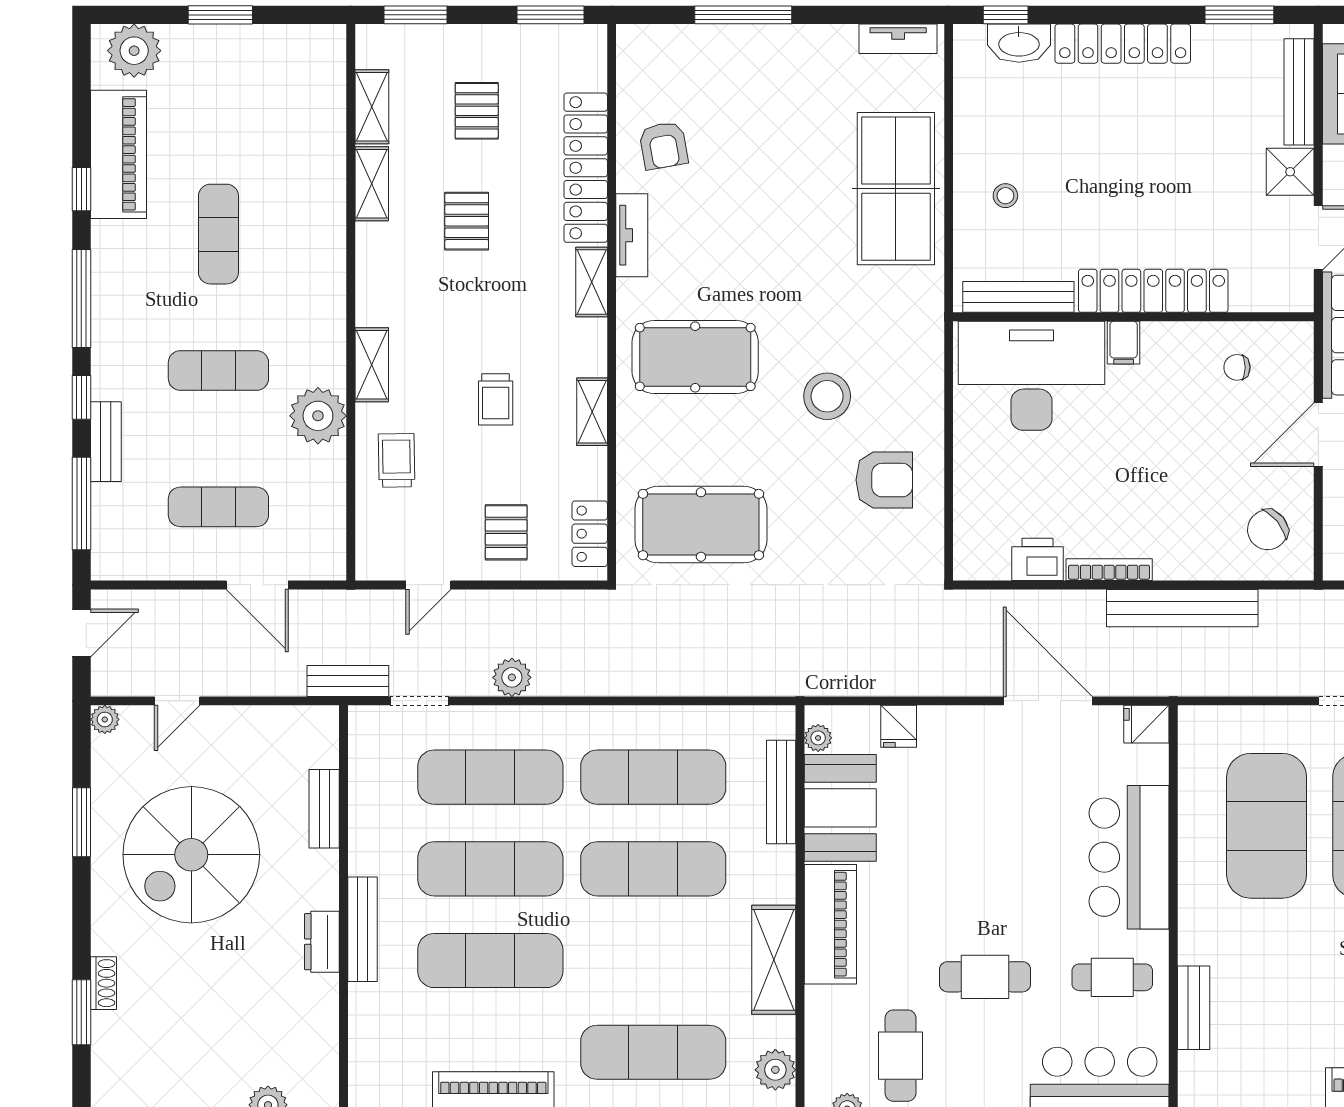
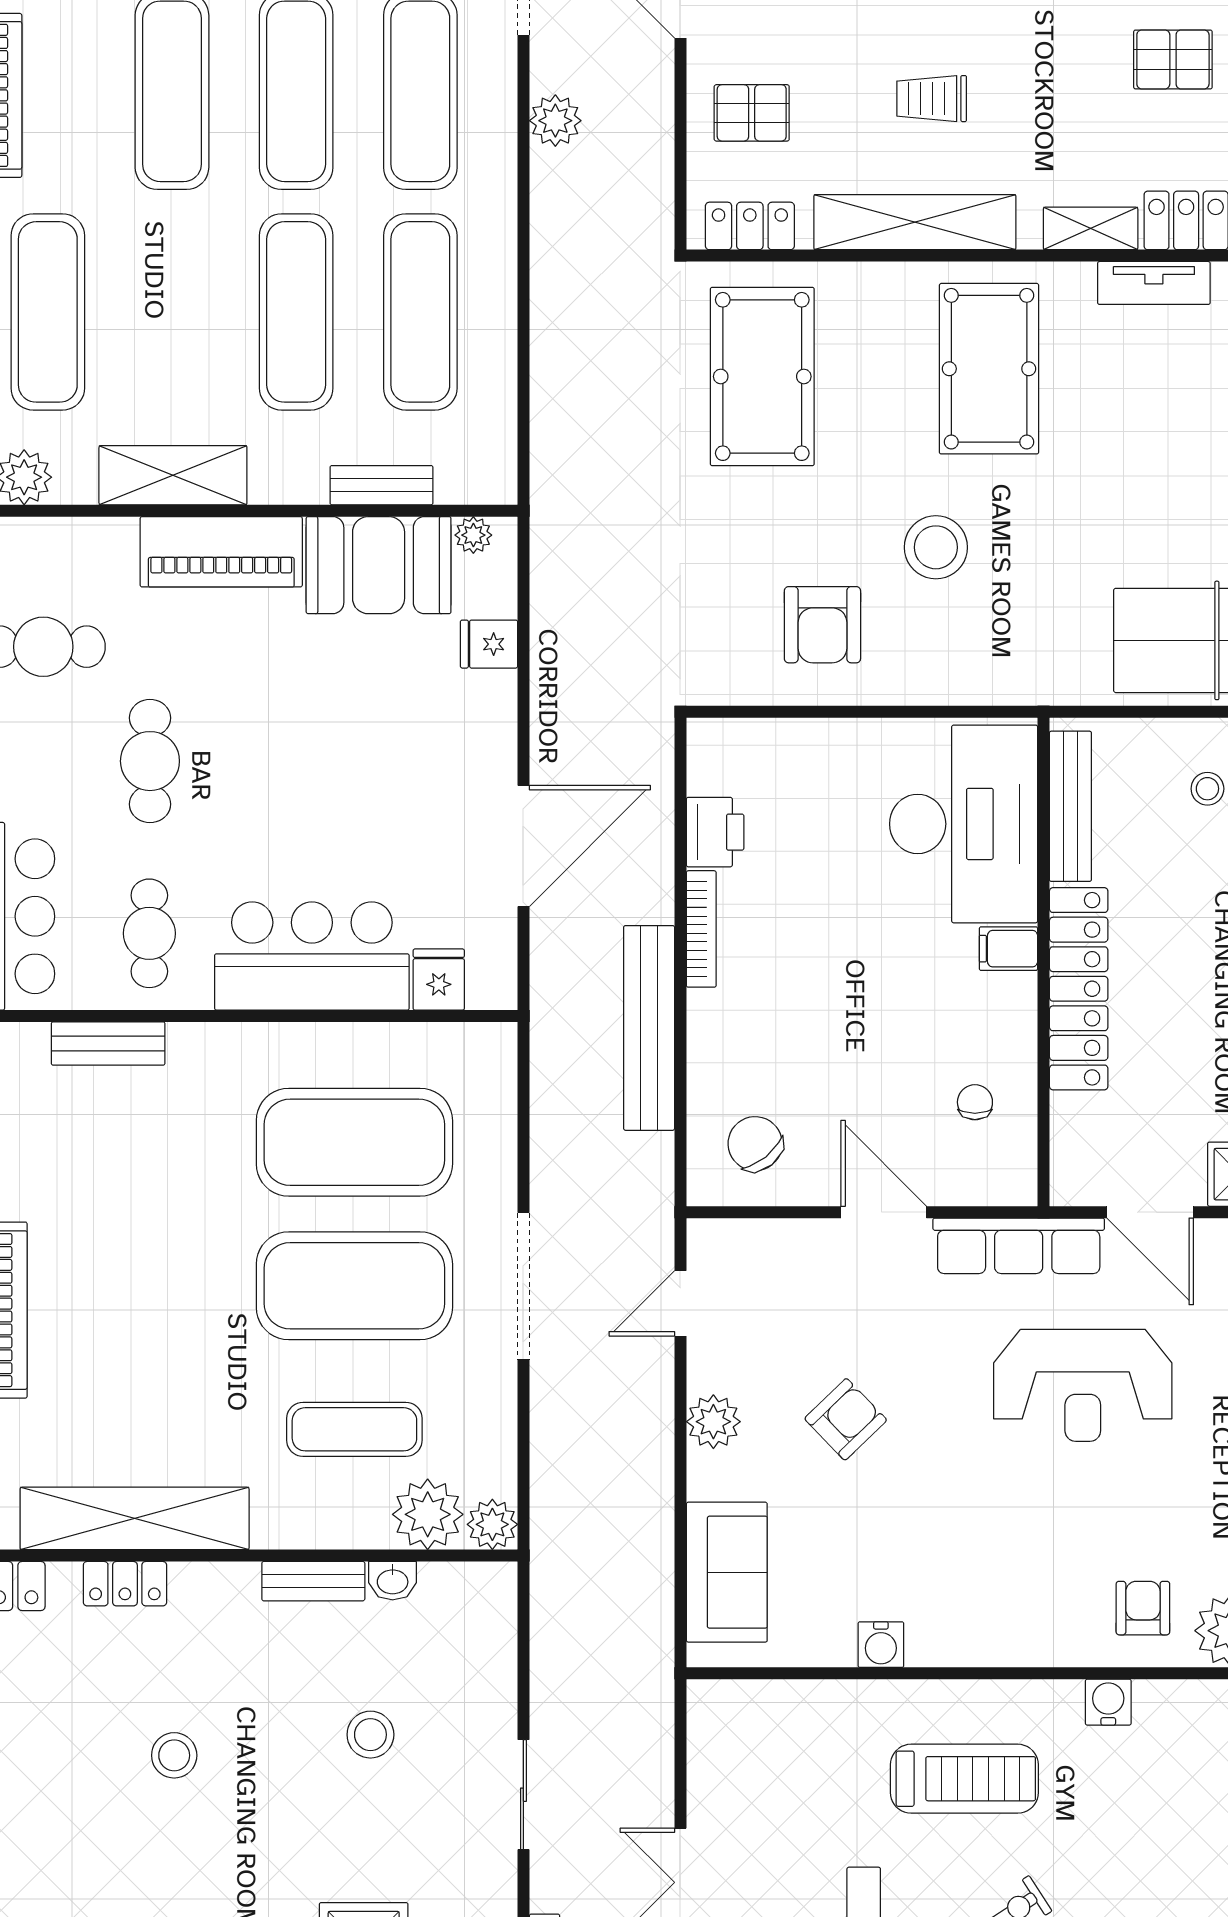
shelving: (592, 412) -> (915, 222), width x2.20, depth x1.33
fridge: (1146, 724) -> (439, 980), moved
bench: (781, 792) -> (381, 485), width x0.73

